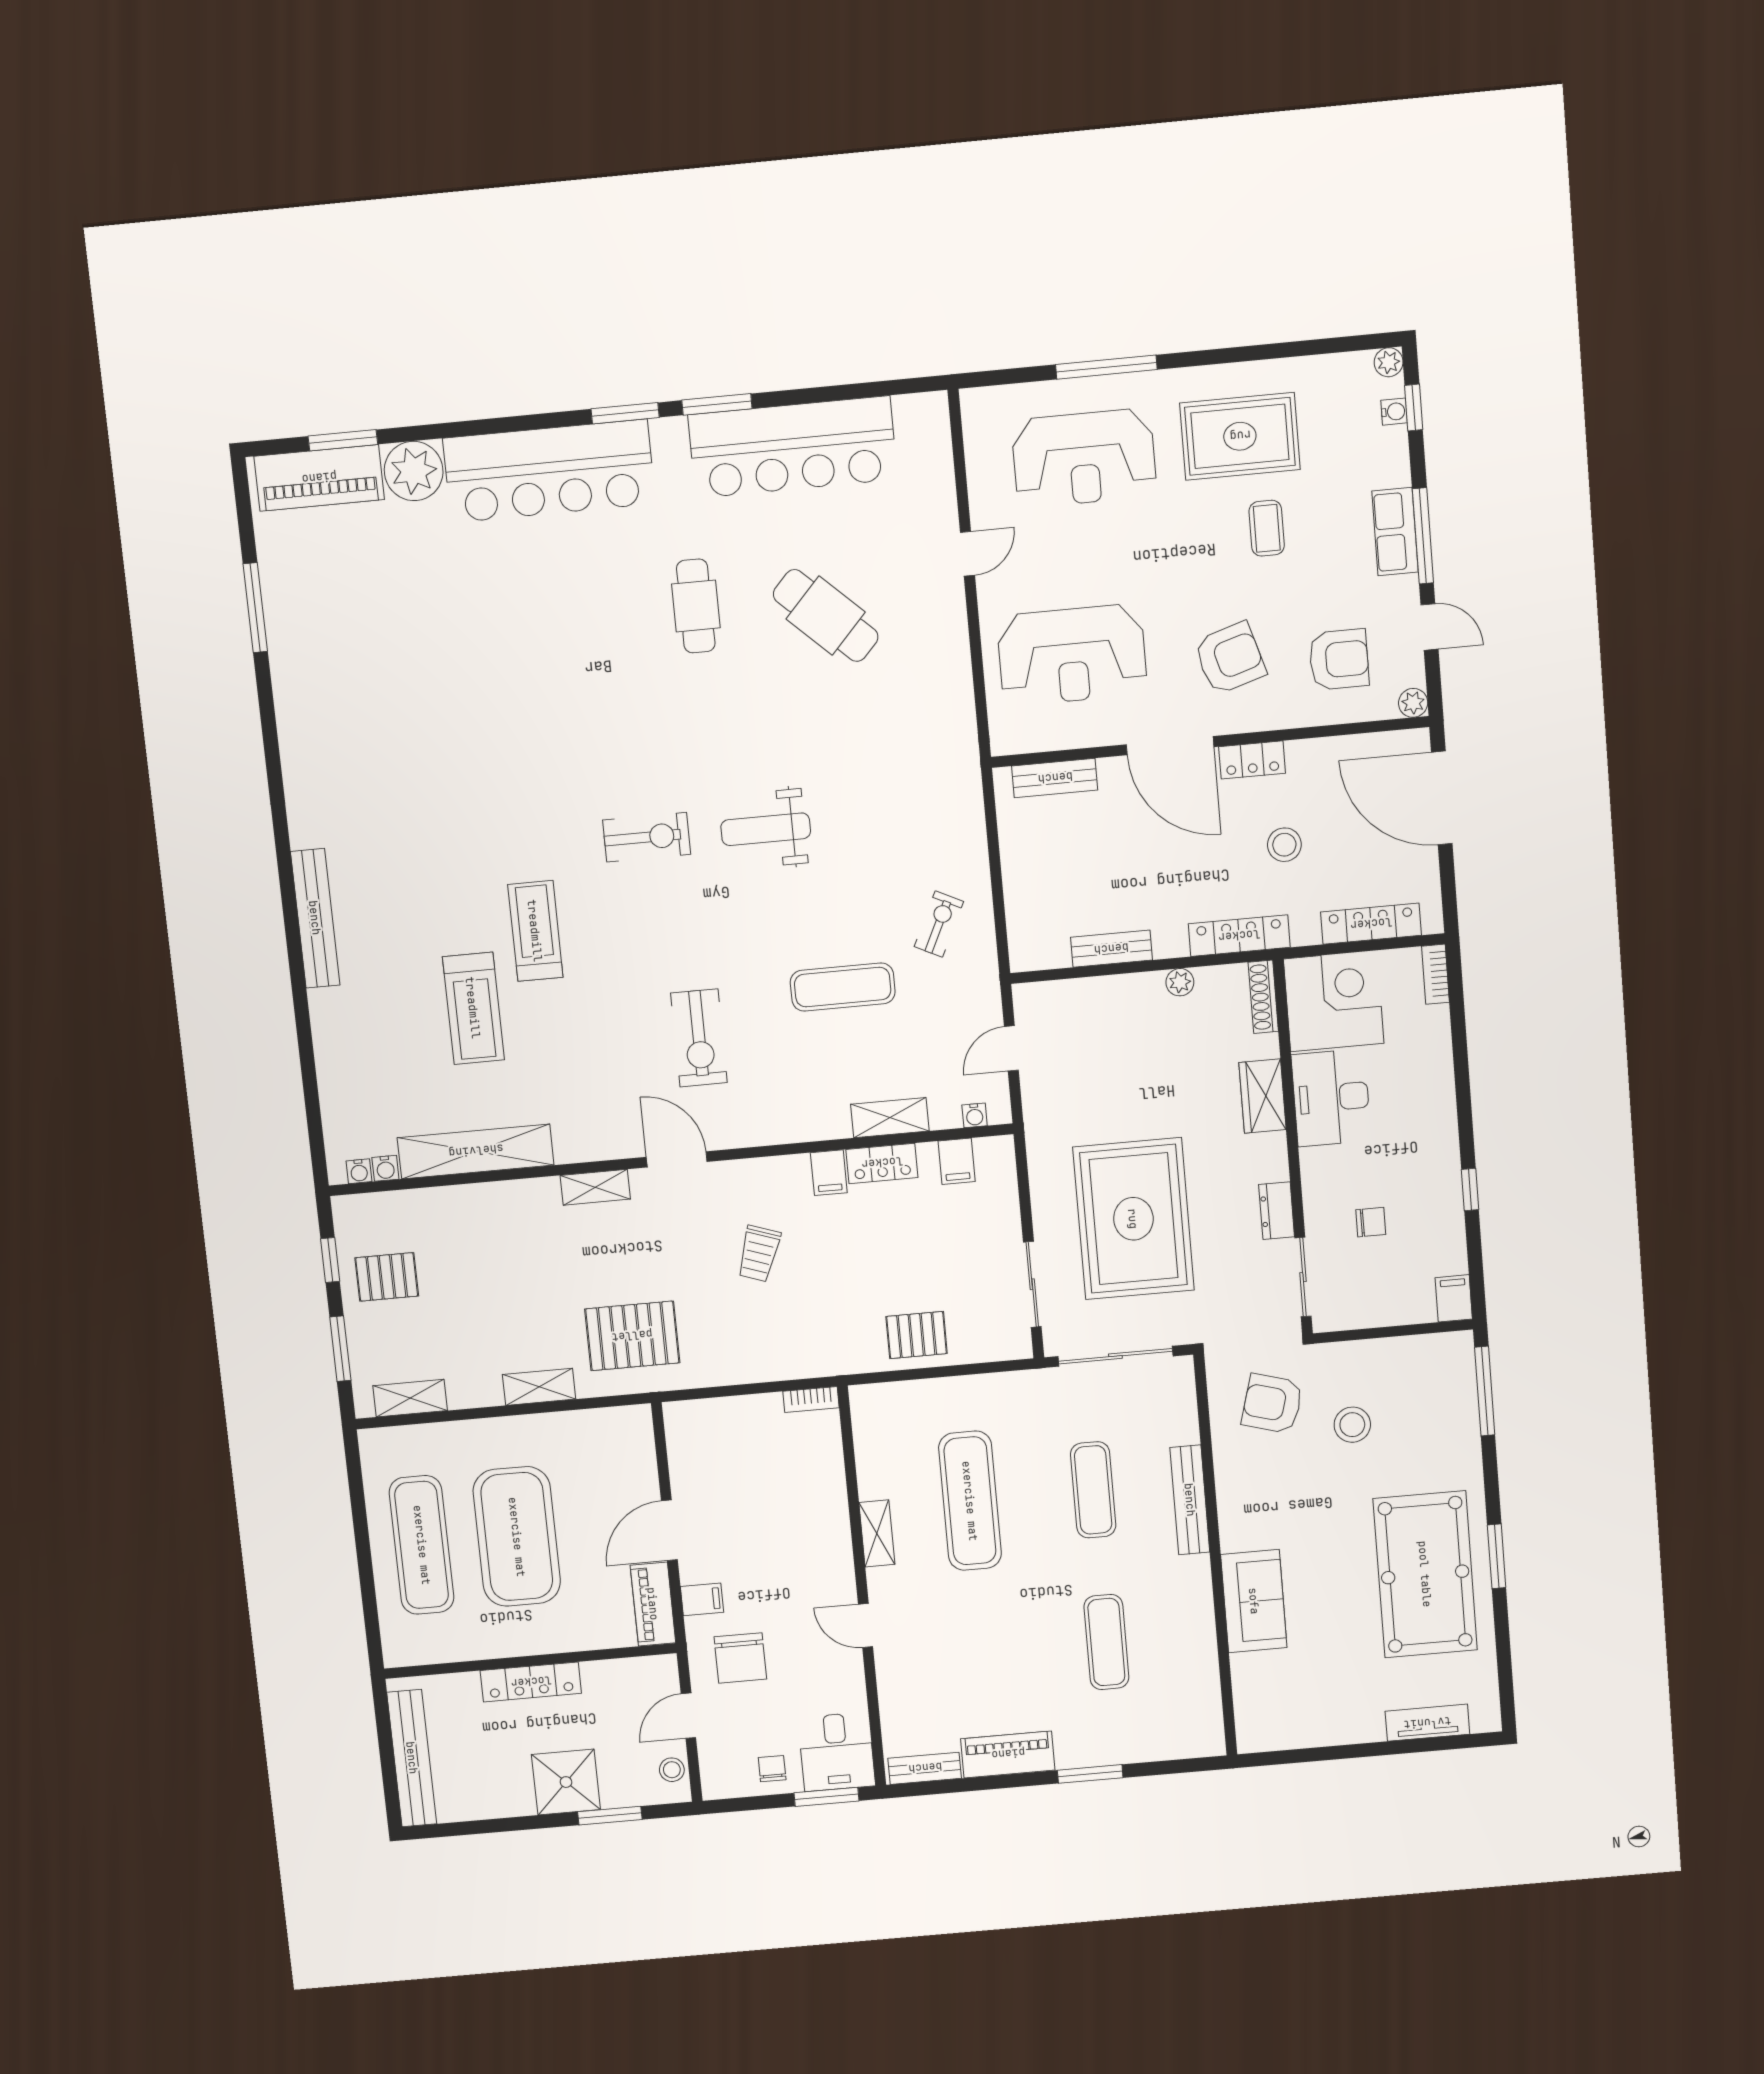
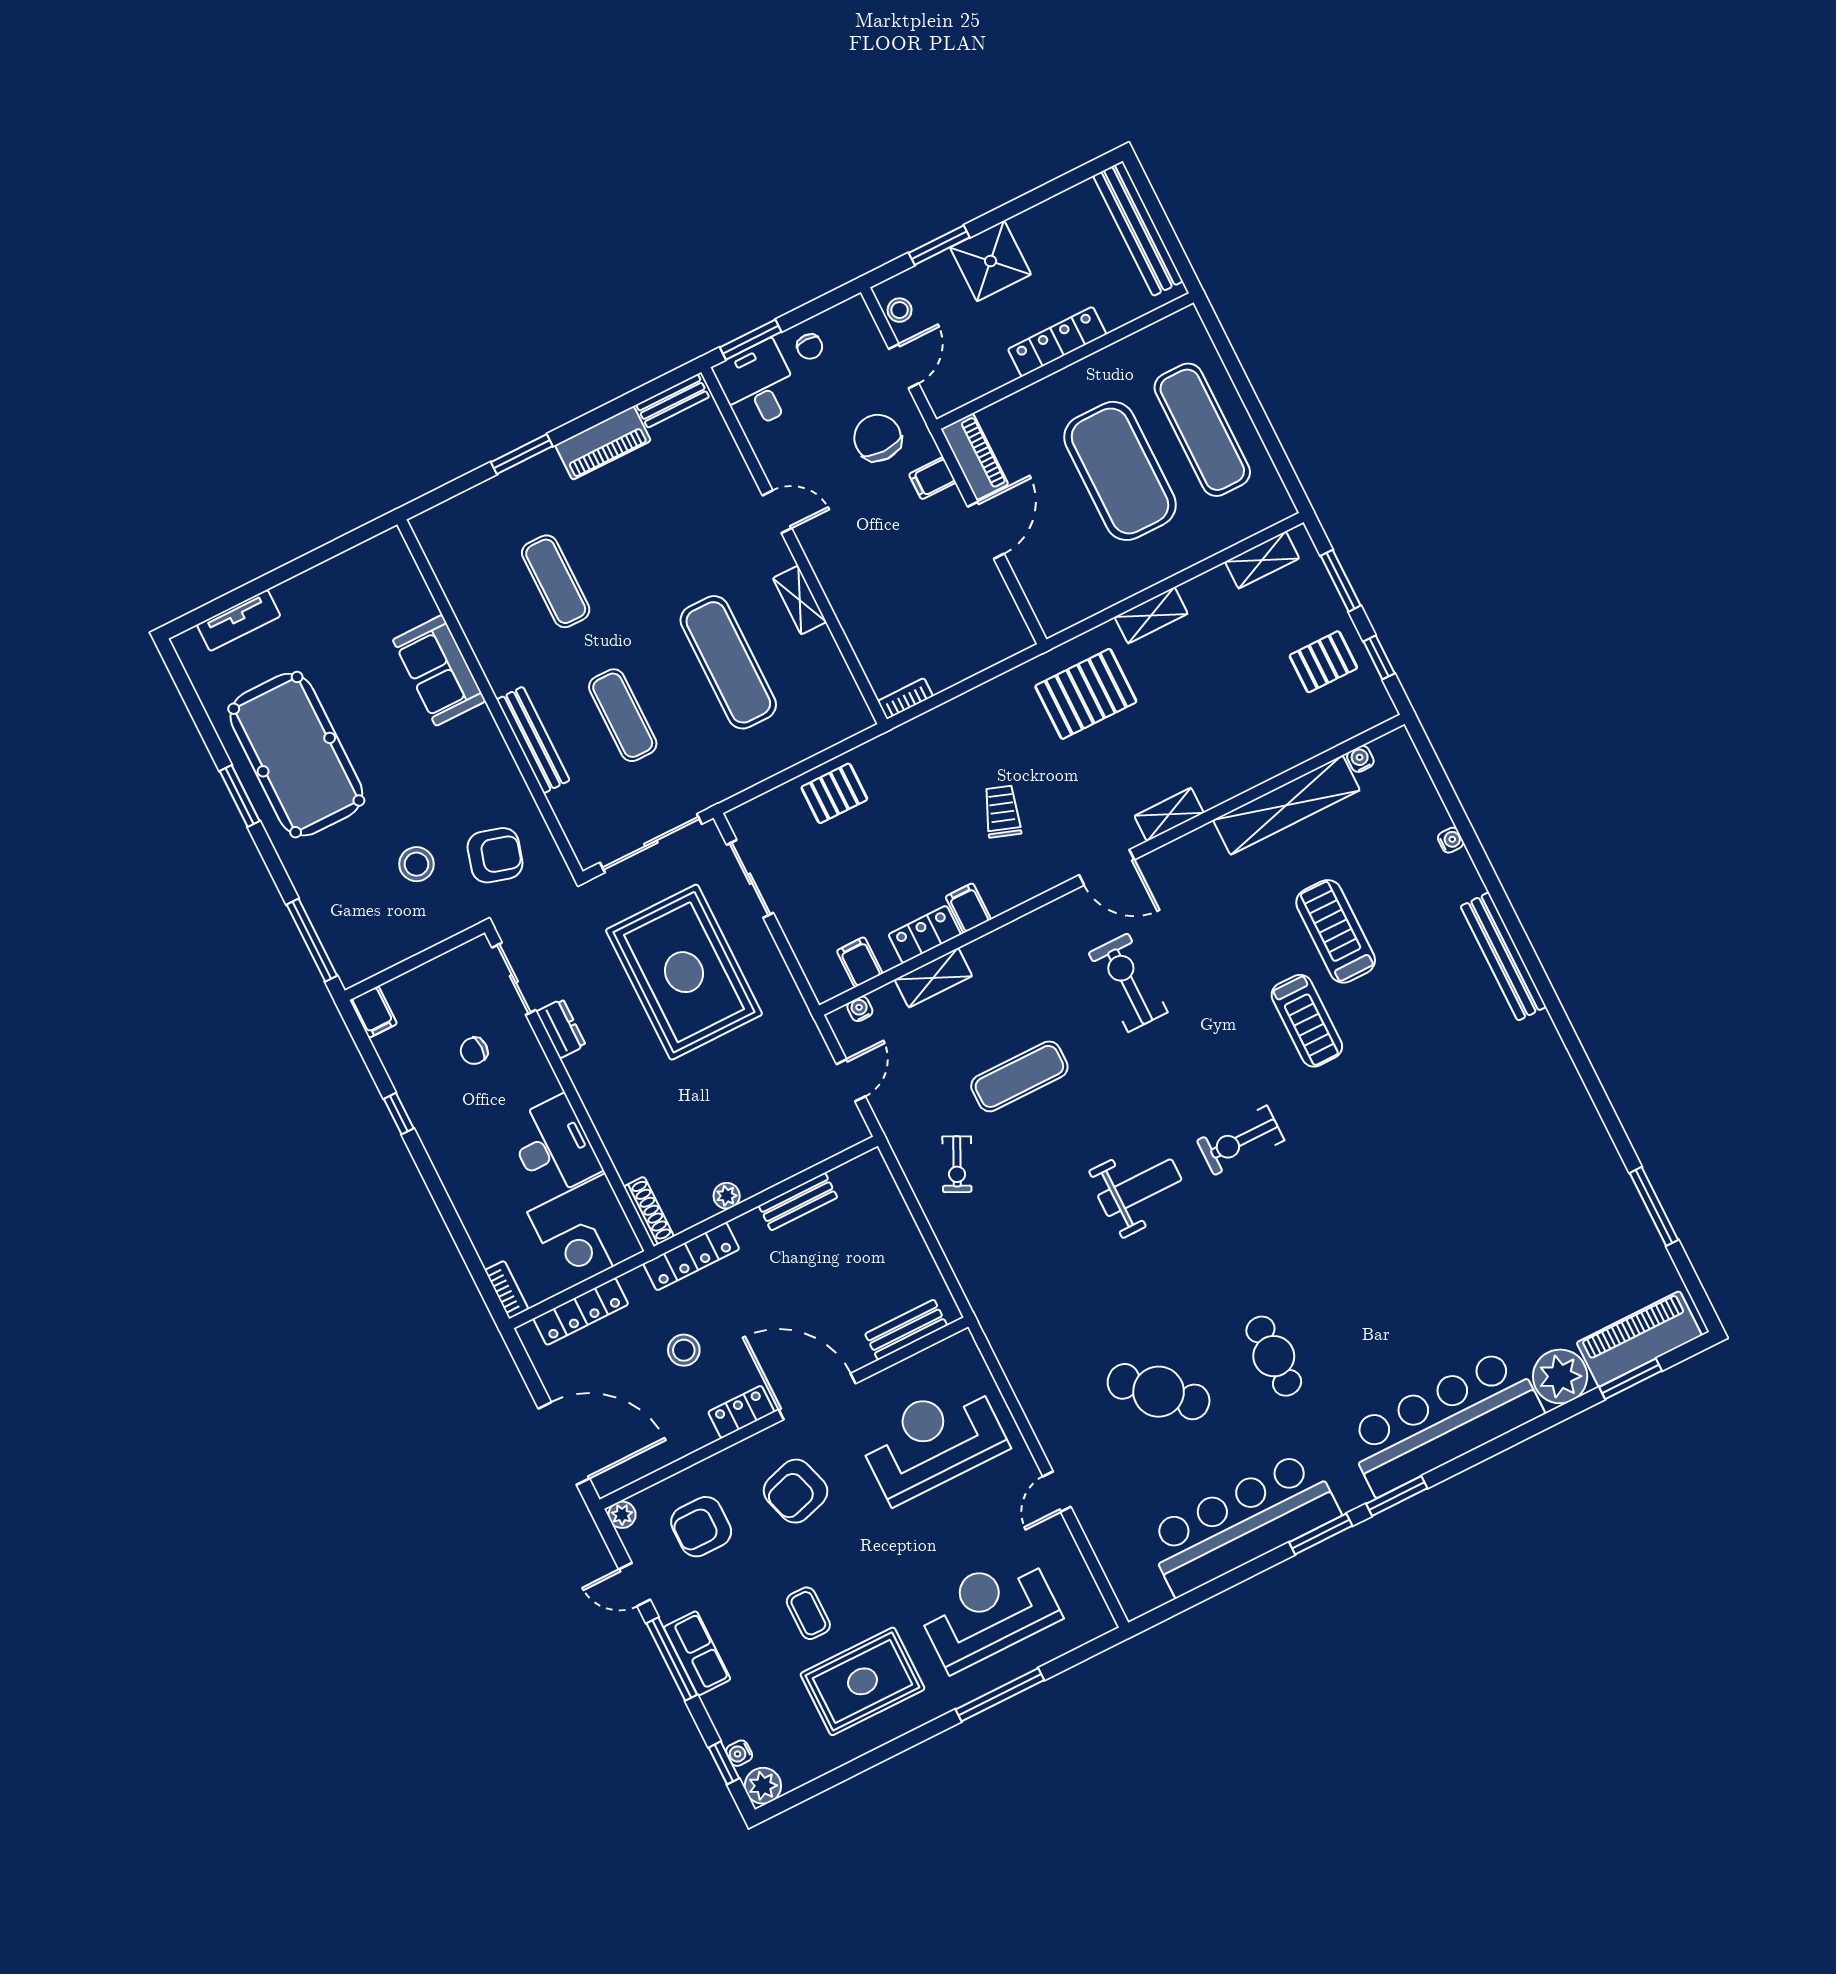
plant: (1389, 362) -> (763, 1786), width x1.38, depth x1.38
wardrobe: (1263, 1096) -> (614, 1125), removed
water cooler: (359, 1171) -> (1451, 840), moved, turned 90

